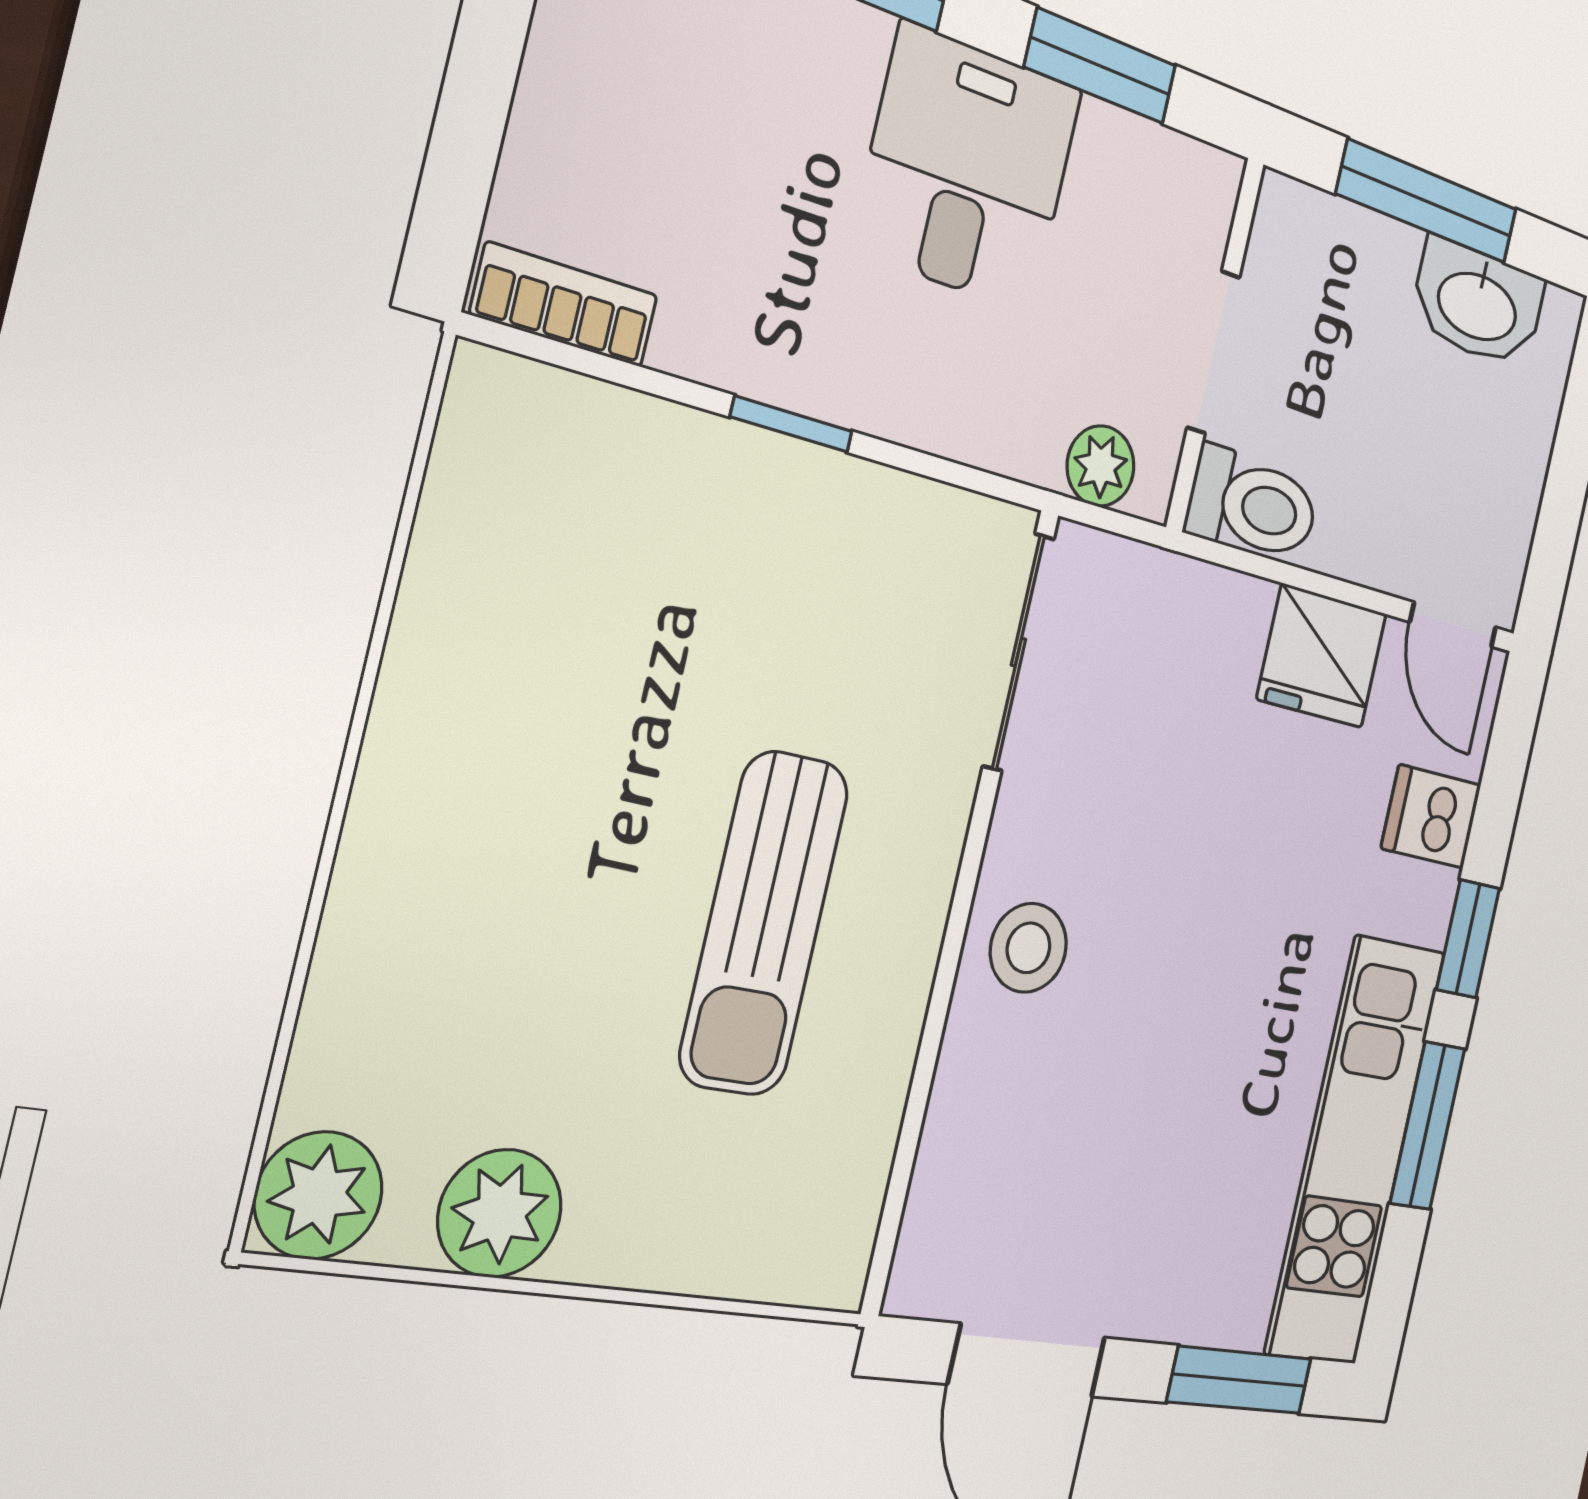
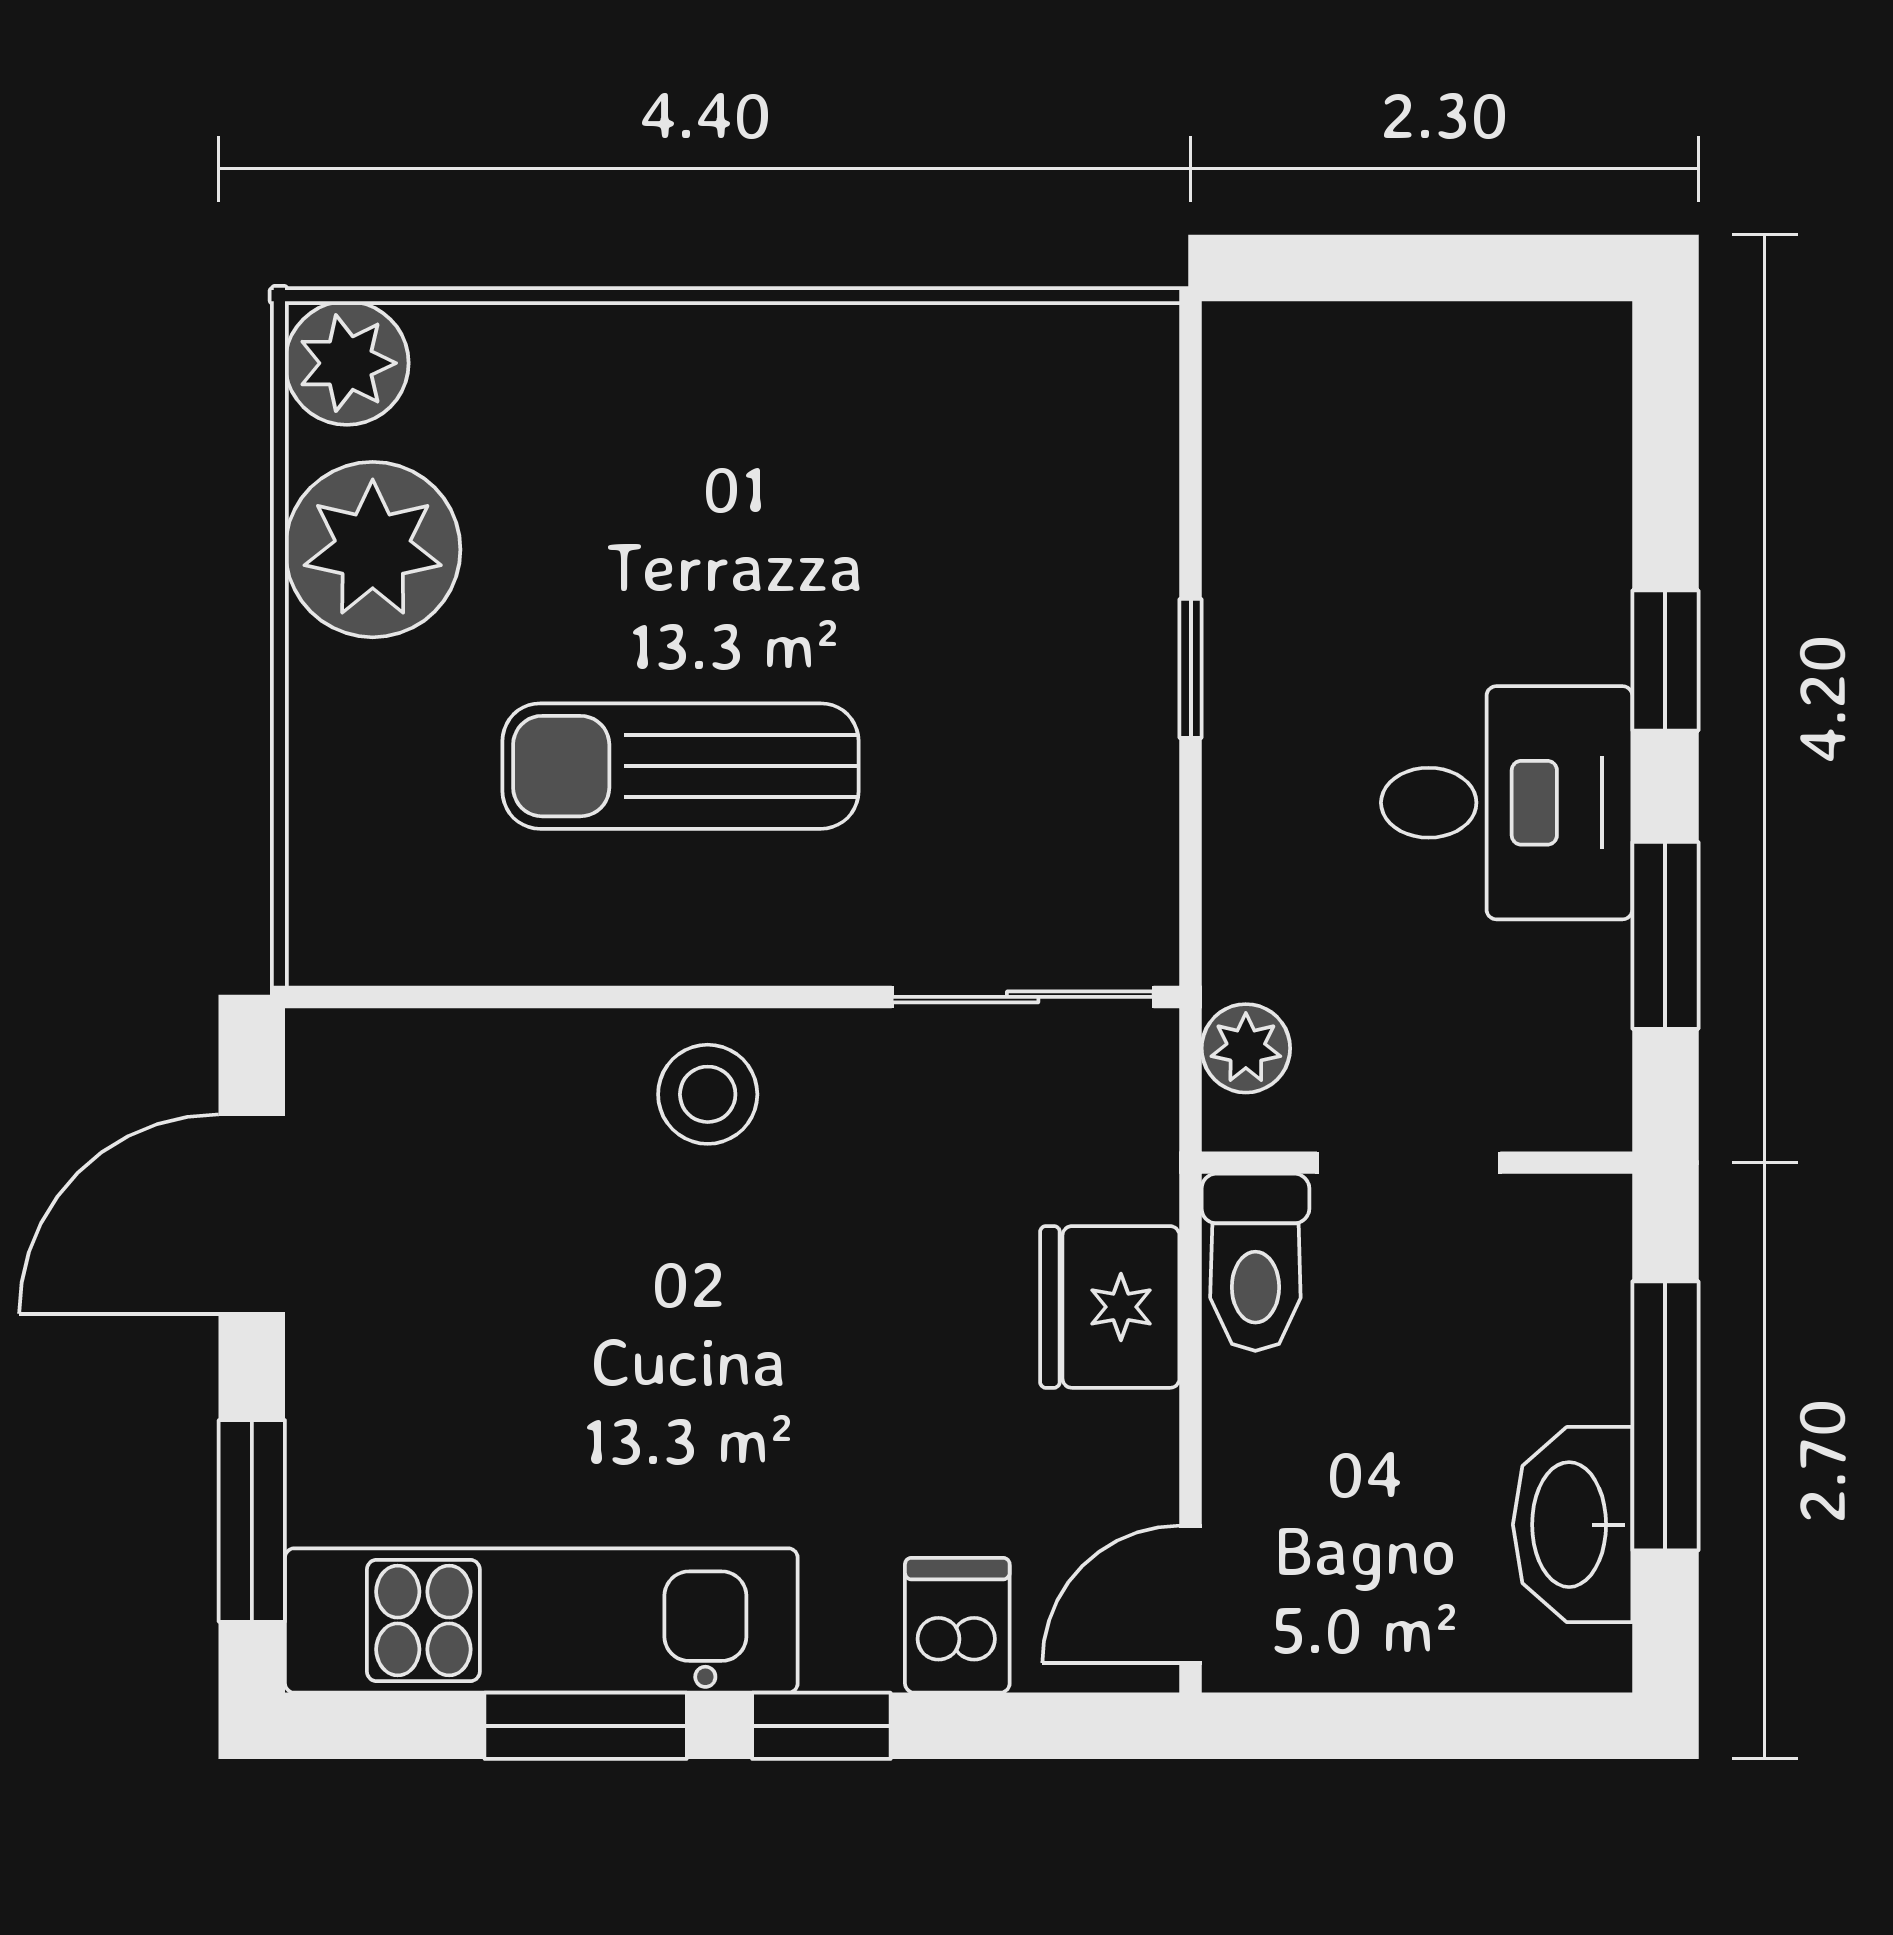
bookcase: (565, 305) -> (1238, 401), removed
fridge: (1322, 656) -> (1110, 1307), moved
plant: (500, 1213) -> (373, 550), width x1.36, depth x1.36

